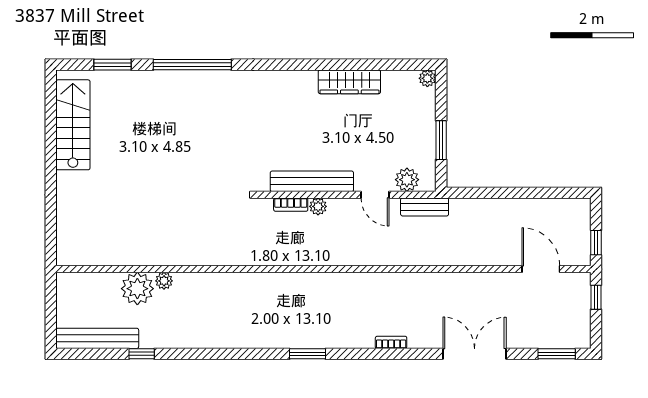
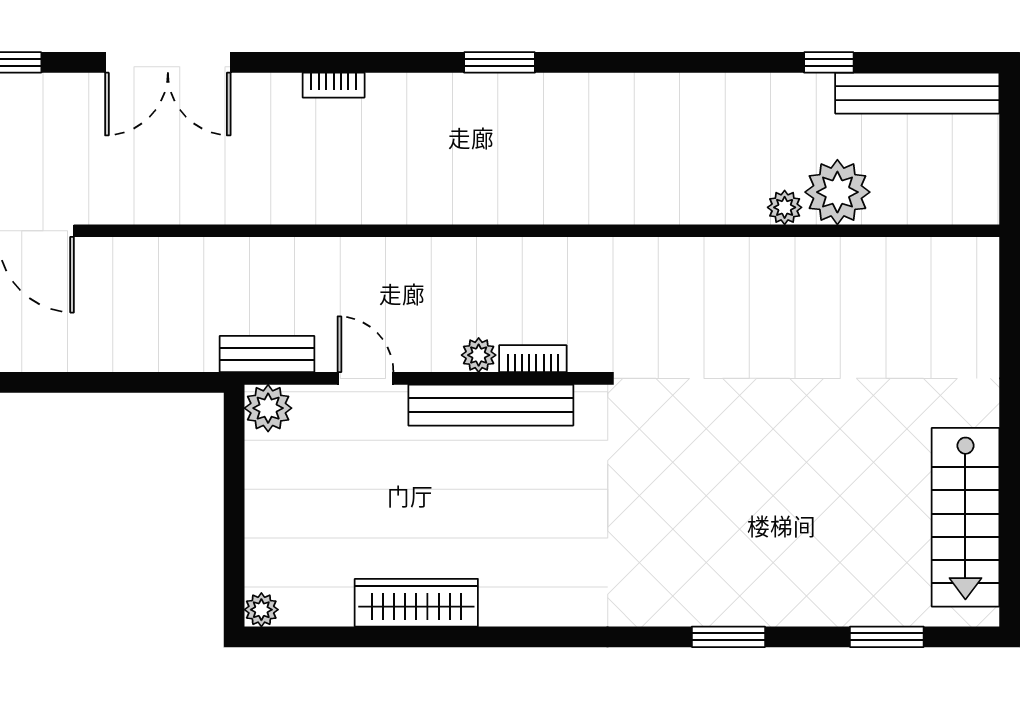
window: (192, 65) -> (728, 637), width x0.47
window: (441, 140) -> (234, 487), removed
plant: (407, 180) -> (268, 408), moved

